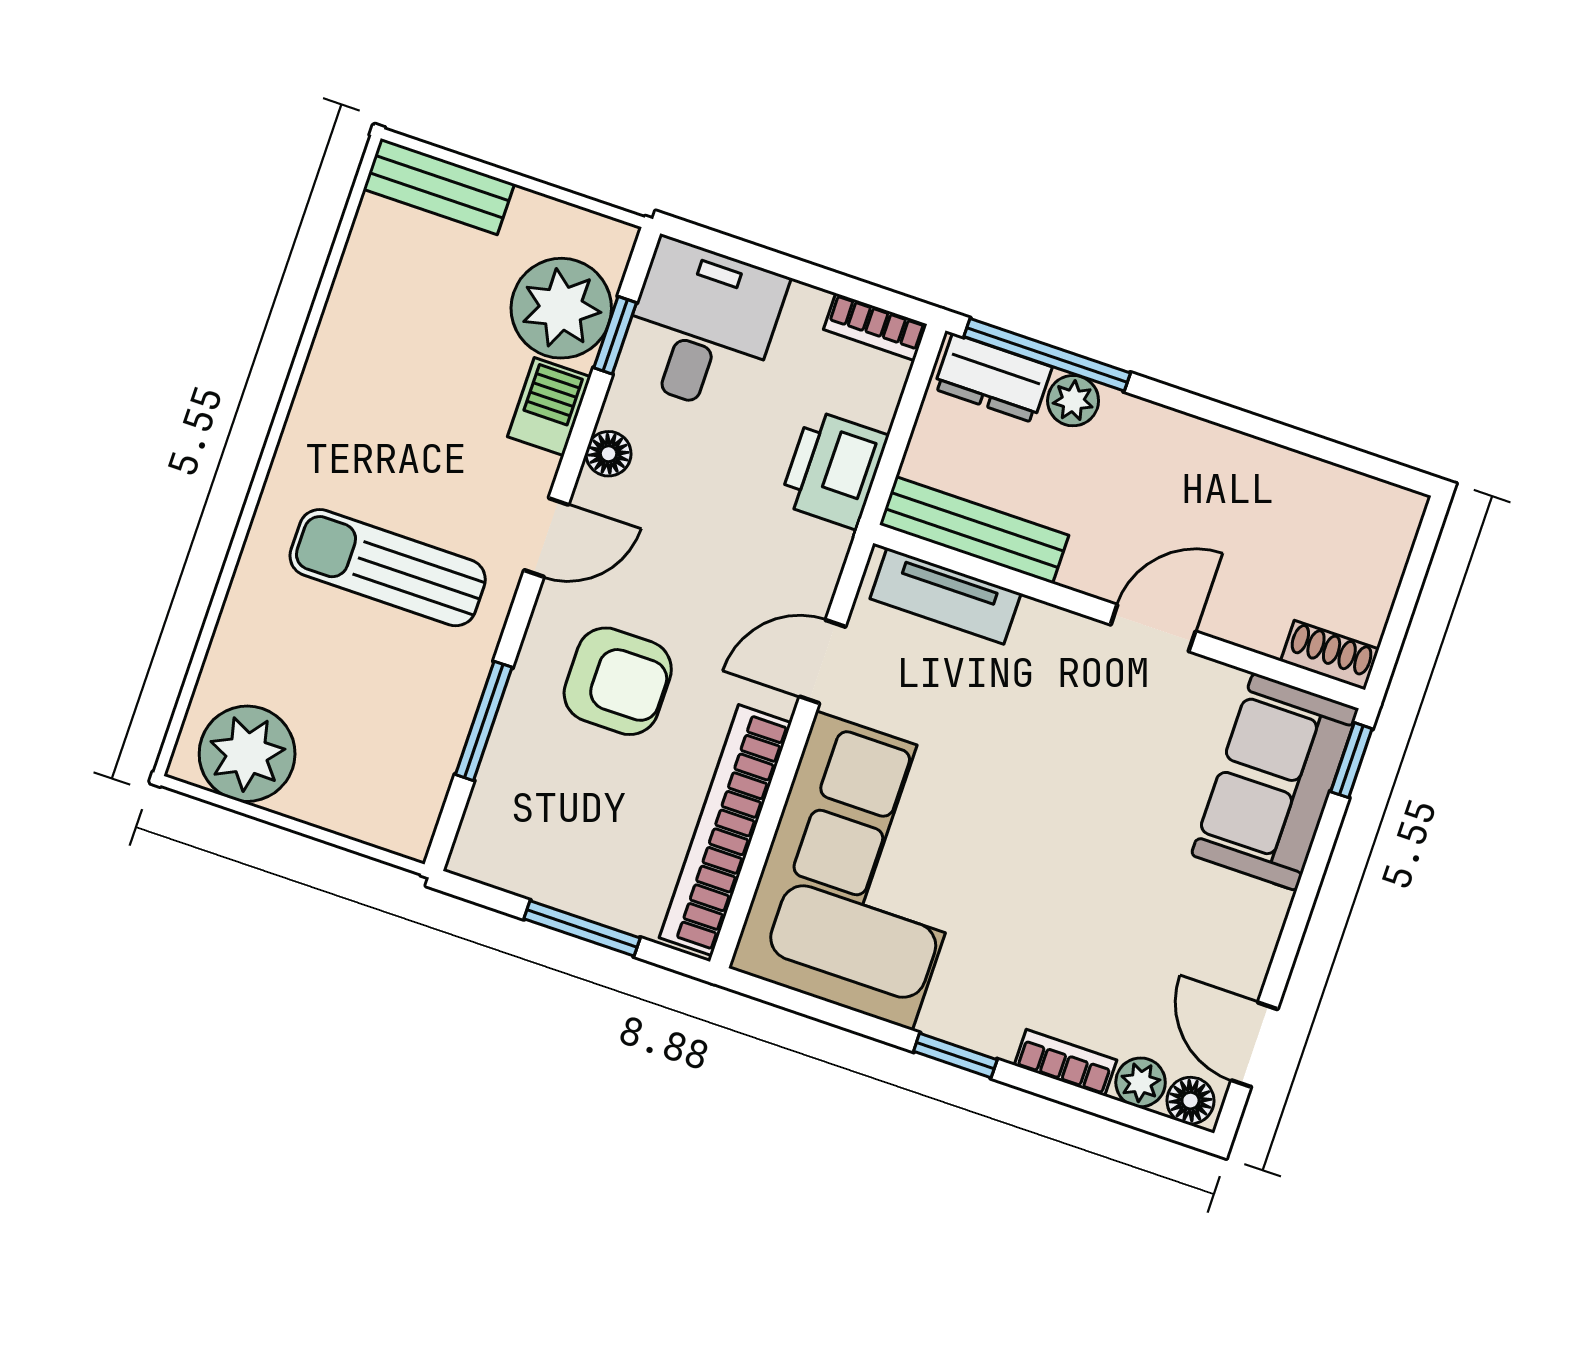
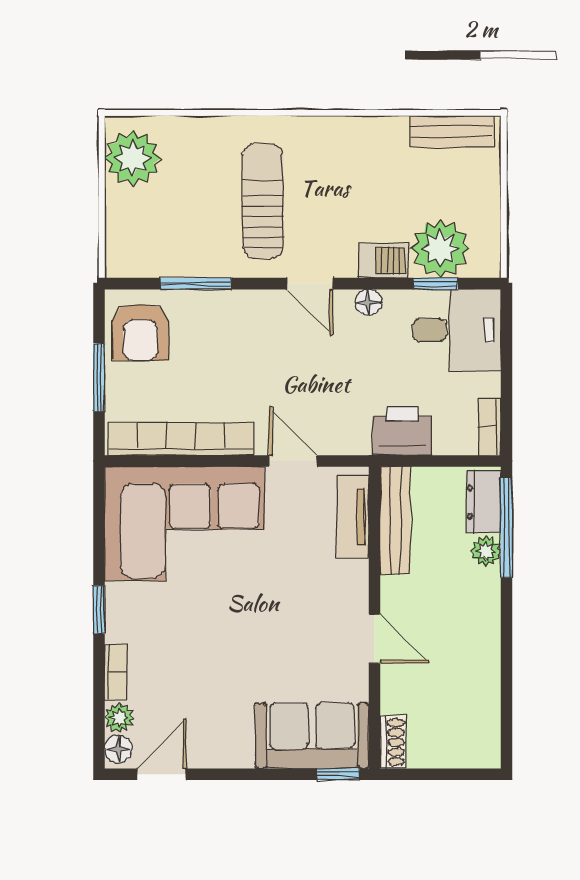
bench: (439, 187) -> (452, 132), moved, turned 90
armchair: (618, 681) -> (140, 332), moved

